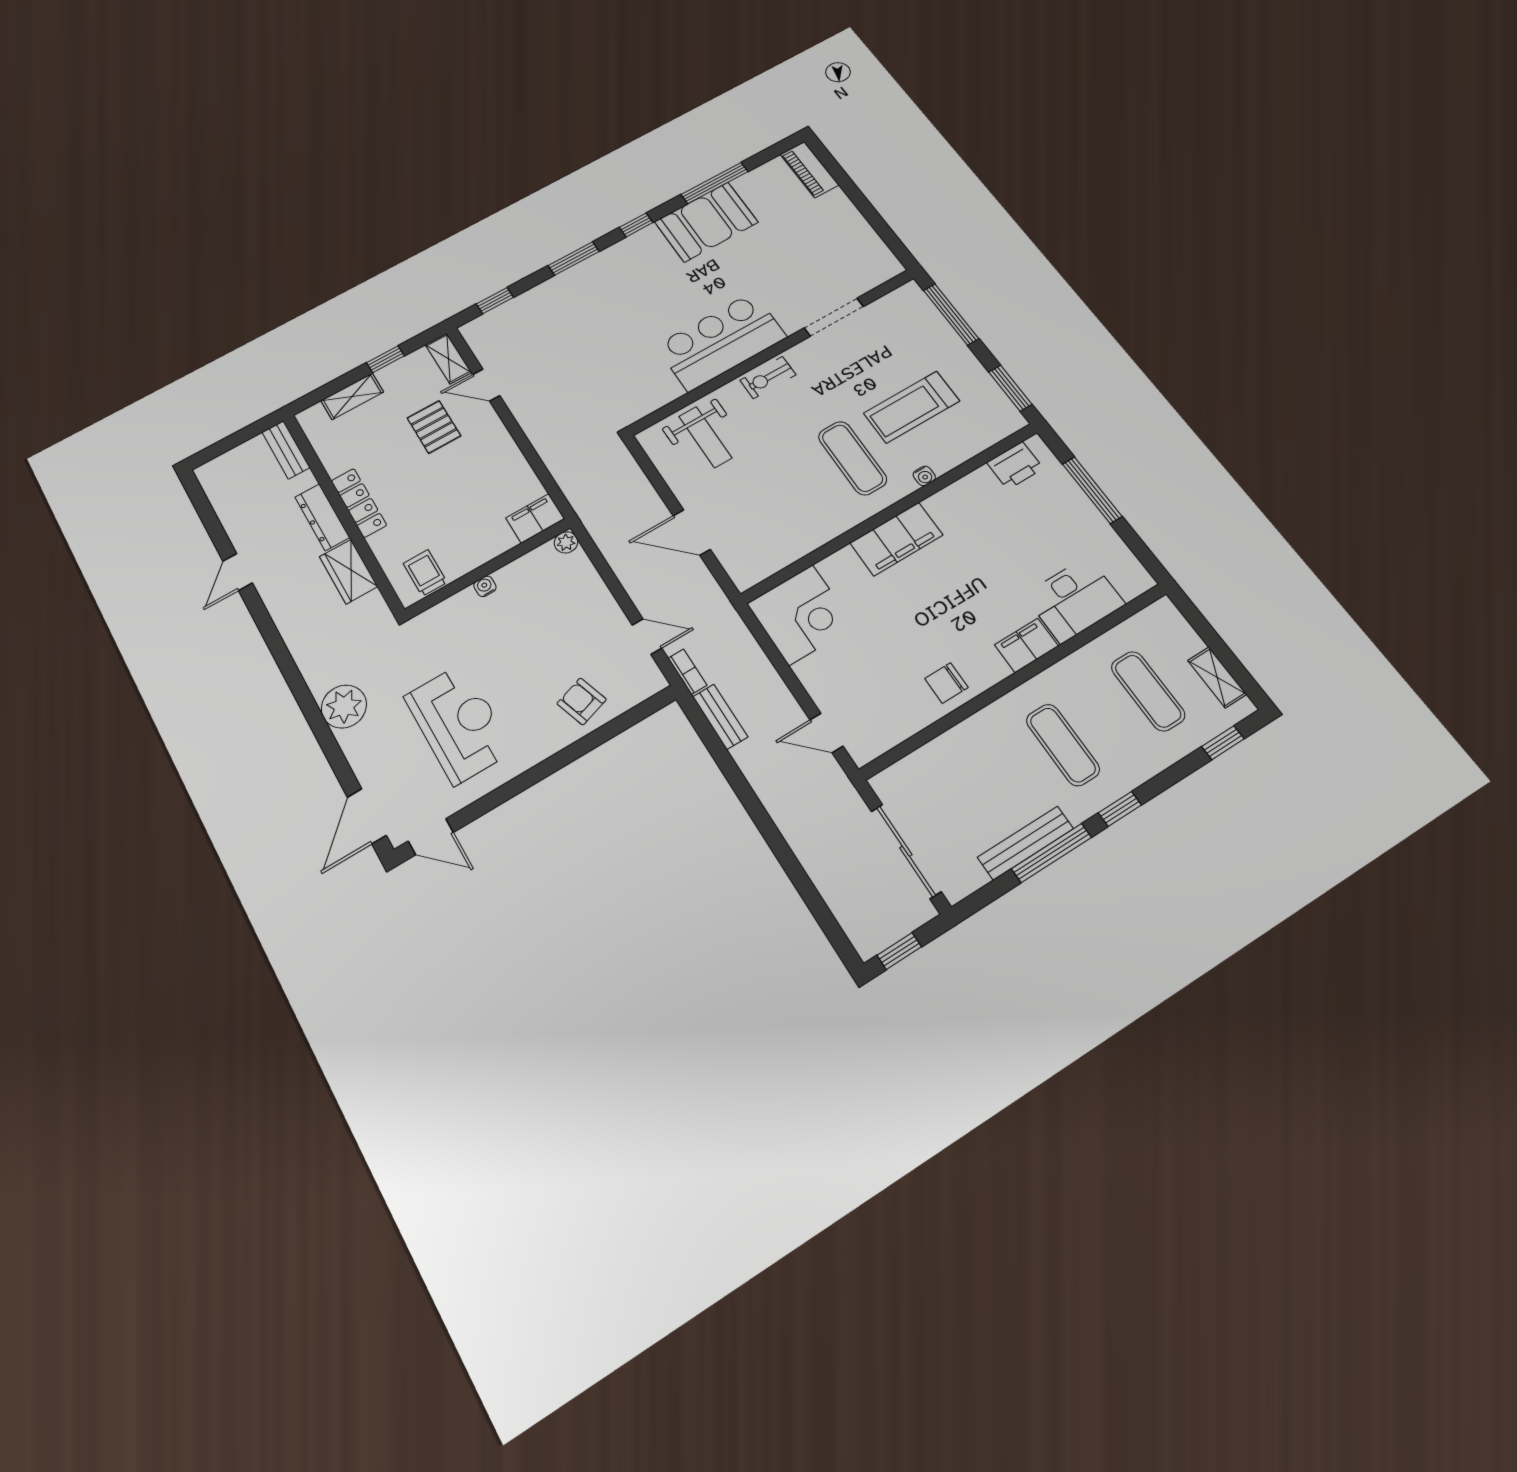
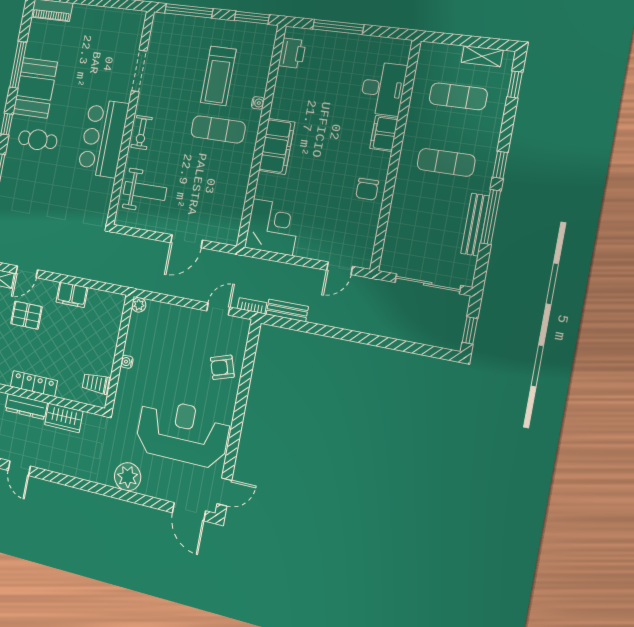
cafe table: (651, 272) -> (38, 140), added
filing cabinet: (535, 518) -> (72, 295), moved, turned -90
reception desk: (459, 724) -> (182, 433), width x1.36, depth x1.30

